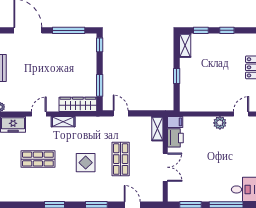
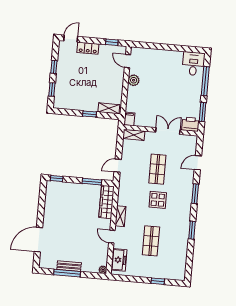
window: (69, 30) -> (42, 204), removed
shelving: (185, 45) -> (109, 108), moved
printer: (175, 138) -> (190, 124), moved
shop shelf: (121, 159) -> (157, 169), turned 90

